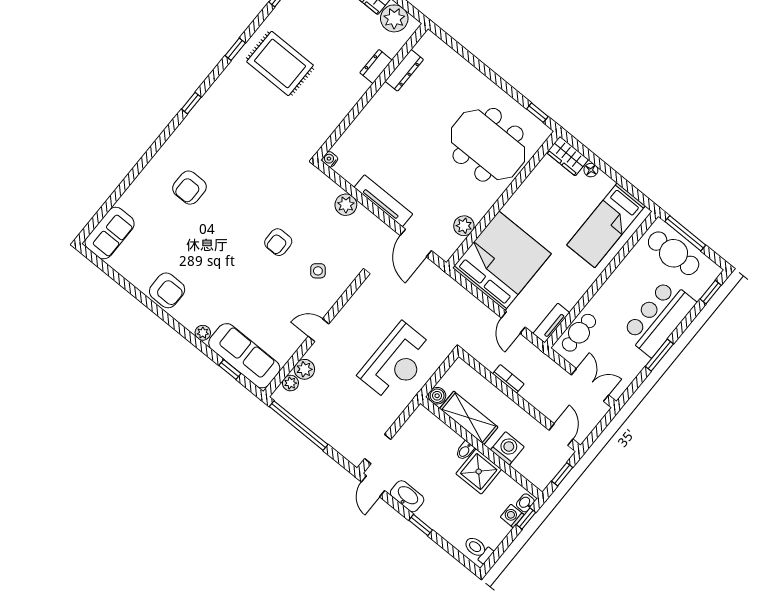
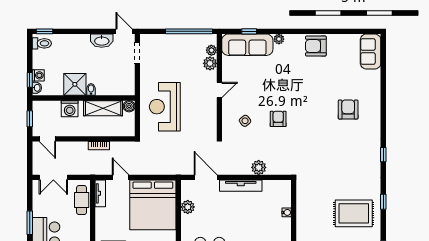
water cooler: (330, 159) -> (287, 212), moved
window: (421, 525) -> (44, 31), moved

